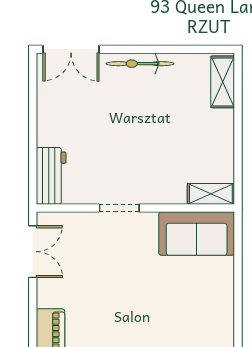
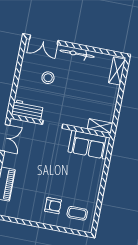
stool: (93, 120) -> (48, 78), added
workbench: (51, 176) -> (28, 110), moved, turned -90

